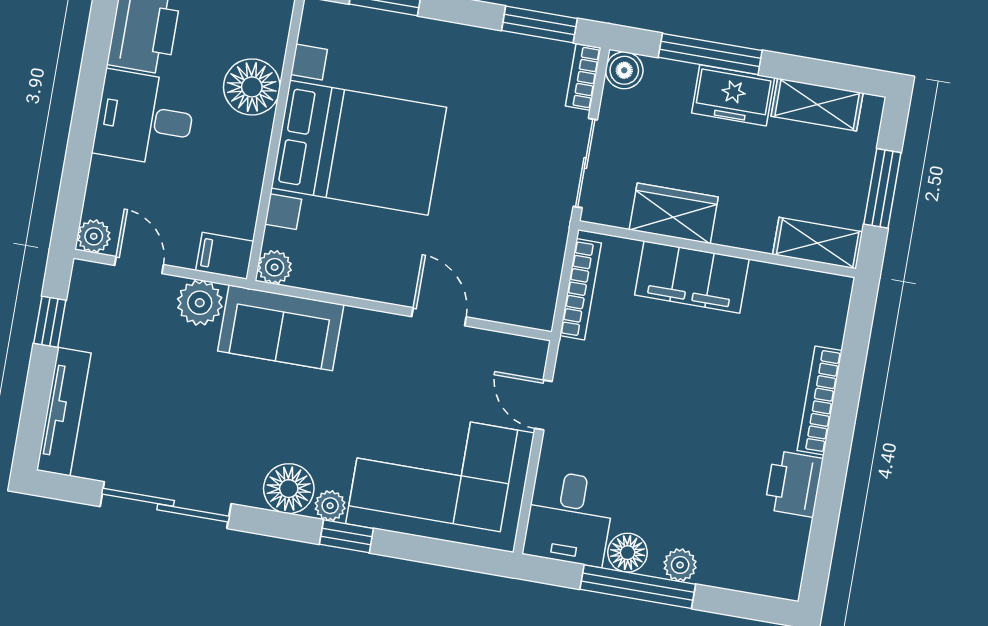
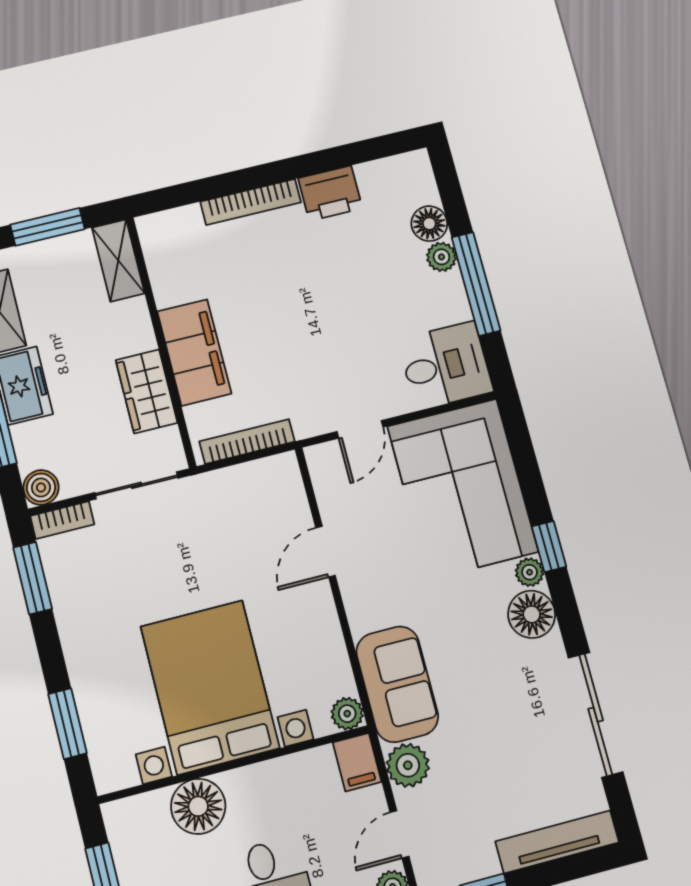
floor lamp: (628, 553) -> (429, 224), moved

